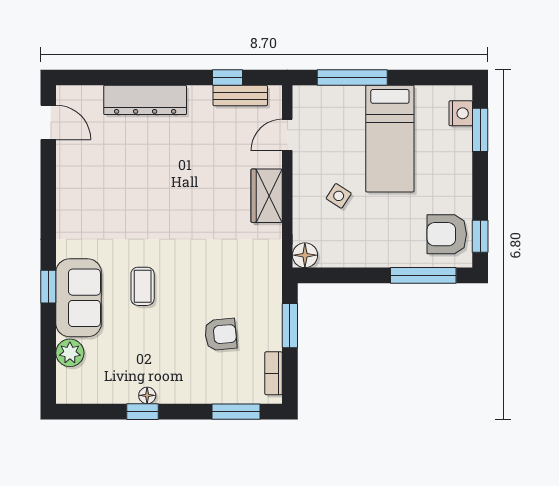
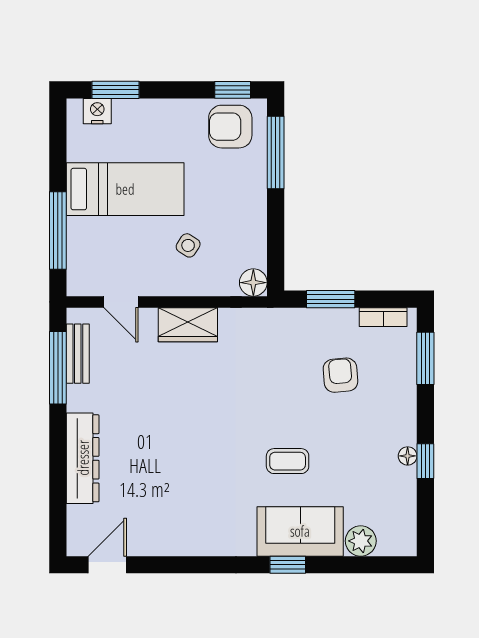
window: (227, 77) -> (58, 368), width x2.17
armchair: (447, 234) -> (230, 127), turned 90

